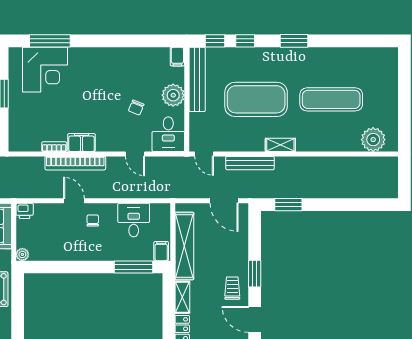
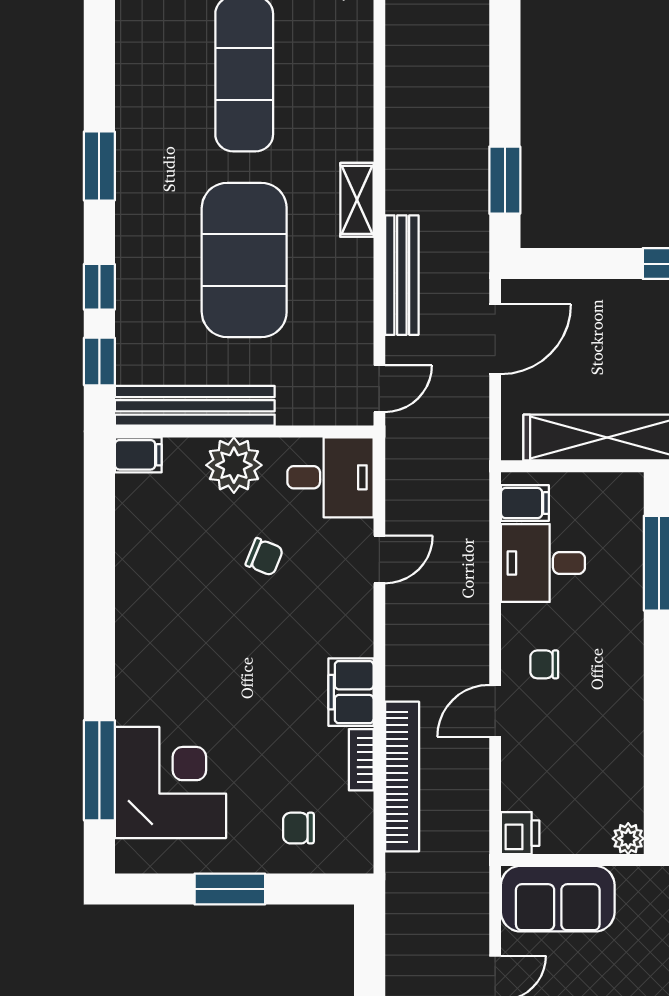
chair: (27, 121) -> (298, 828), added
bookcase: (75, 163) -> (402, 777), moved
filing cabinet: (161, 251) -> (525, 503), moved, turned 180

